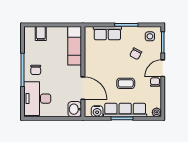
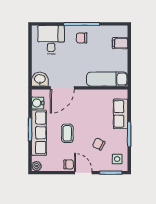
desk: (37, 99) -> (51, 40), width x0.73

